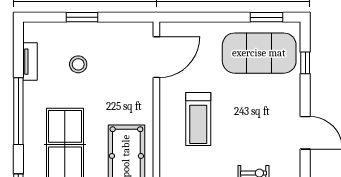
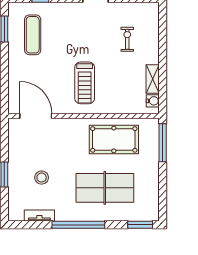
exercise mat: (259, 53) -> (33, 35), width x0.50, depth x0.69
treadmill: (198, 119) -> (85, 83), turned 90

